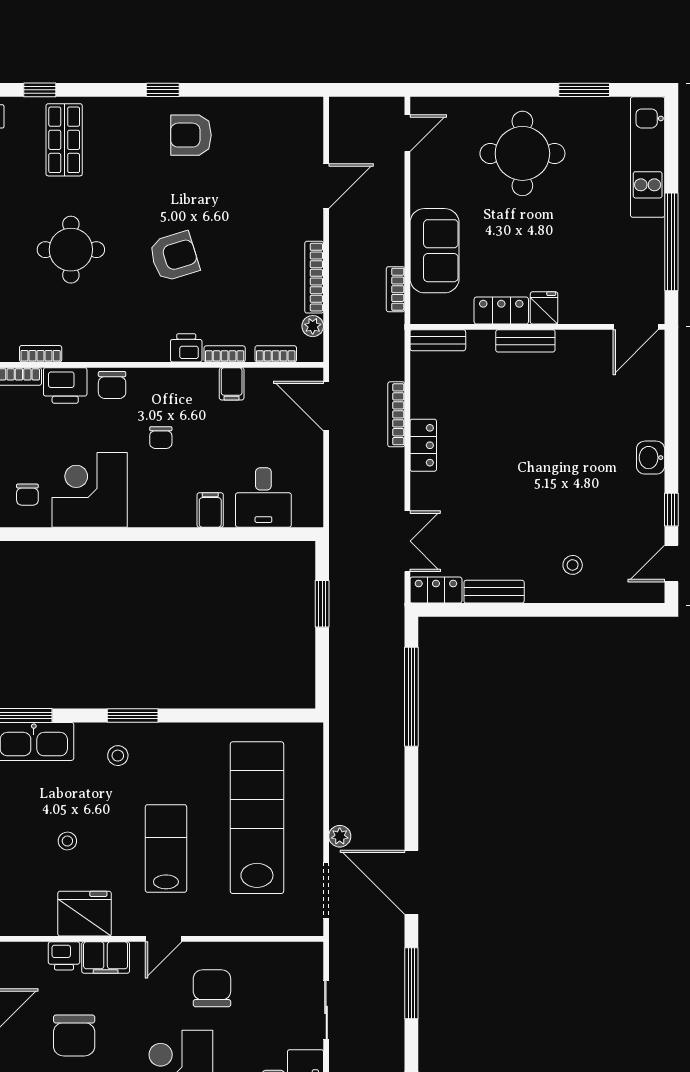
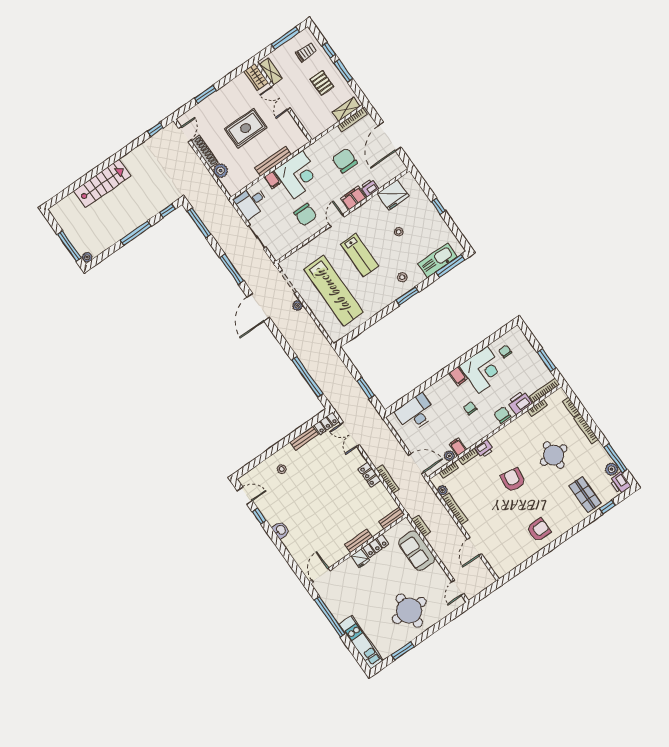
window: (163, 90) -> (561, 539), removed
armchair: (174, 256) -> (513, 480), turned 116
plant: (257, 379) -> (449, 456), added
desk: (263, 497) -> (416, 413), width x1.37
filing cabinet: (210, 510) -> (458, 376), moved
door: (671, 564) -> (245, 496), hinge flipped
door: (411, 882) -> (258, 307), swing flipped
fridge: (85, 914) -> (393, 195), moved

